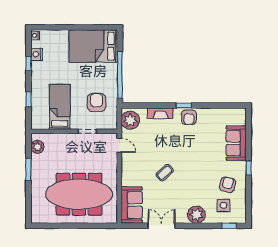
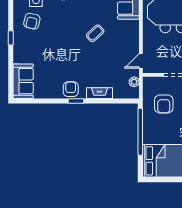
plant: (130, 120) -> (134, 82), width x0.53, depth x0.53
sofa: (236, 143) -> (23, 81), moved
door: (119, 145) -> (141, 61), hinge flipped

